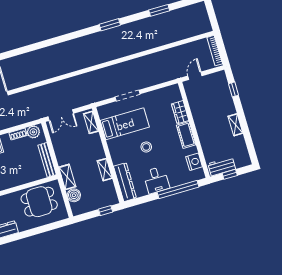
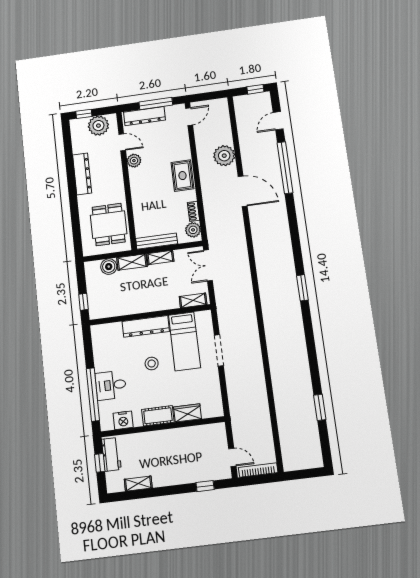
window: (110, 25) -> (302, 288), moved
door: (195, 76) -> (232, 457), moved
shelving: (235, 125) -> (138, 484), moved
shelving: (105, 170) -> (160, 258), moved
desk: (156, 180) -> (111, 385), moved
dresser: (125, 182) -> (146, 326), moved

